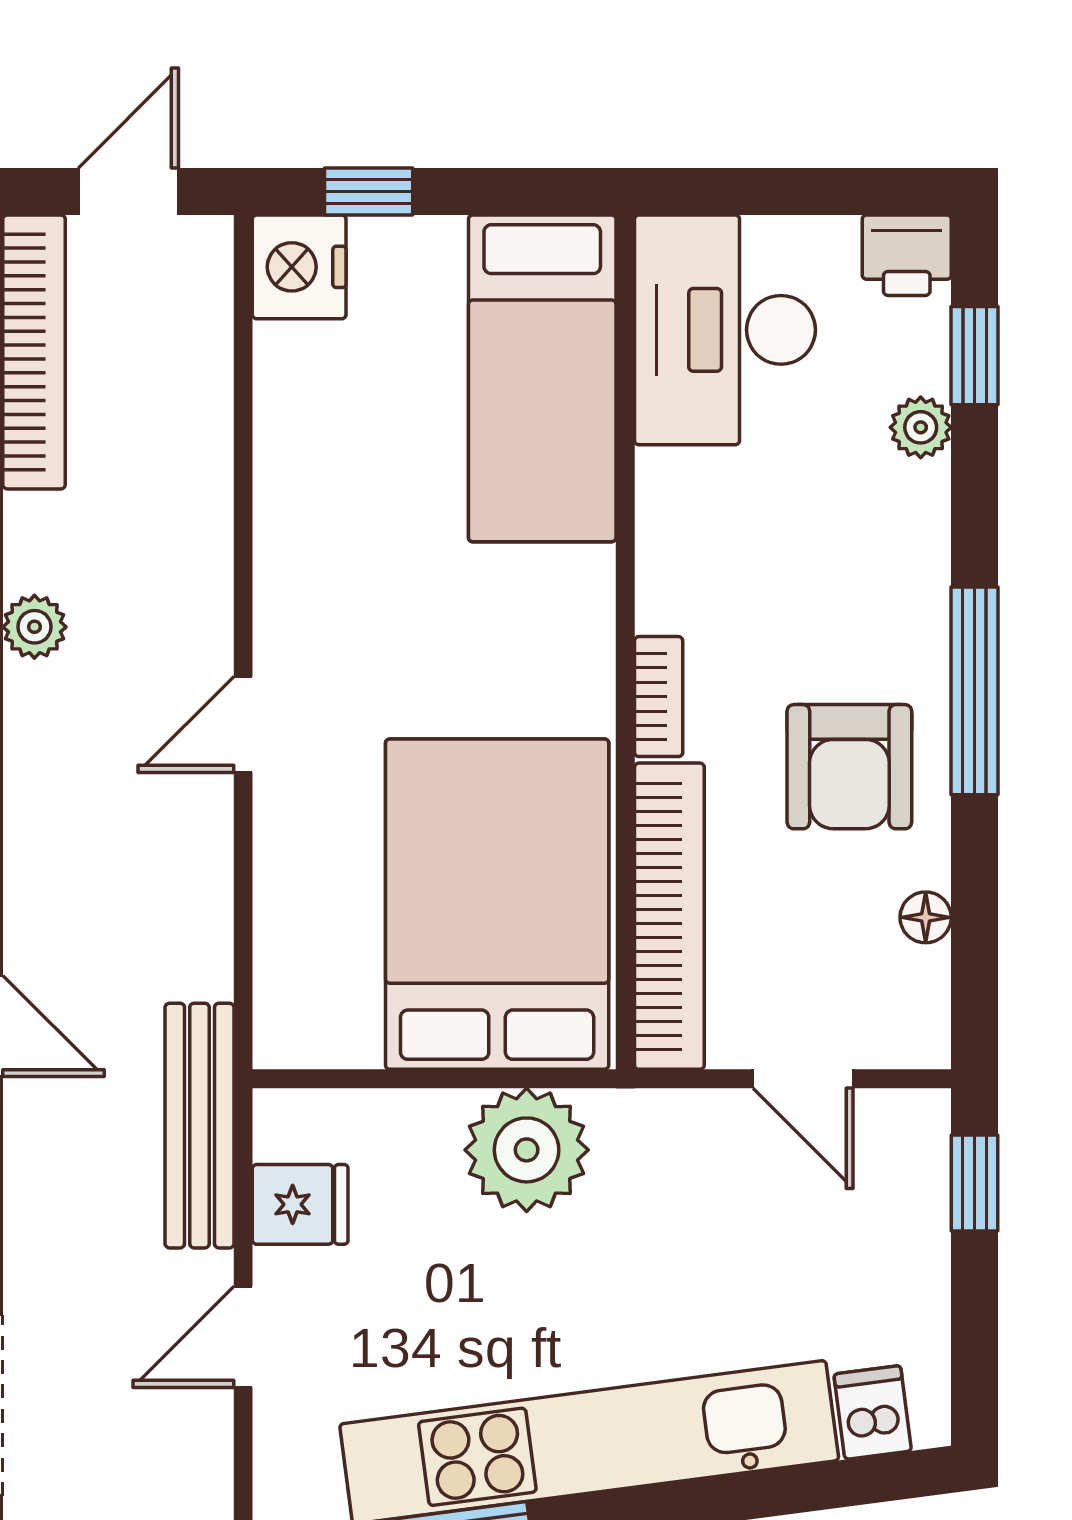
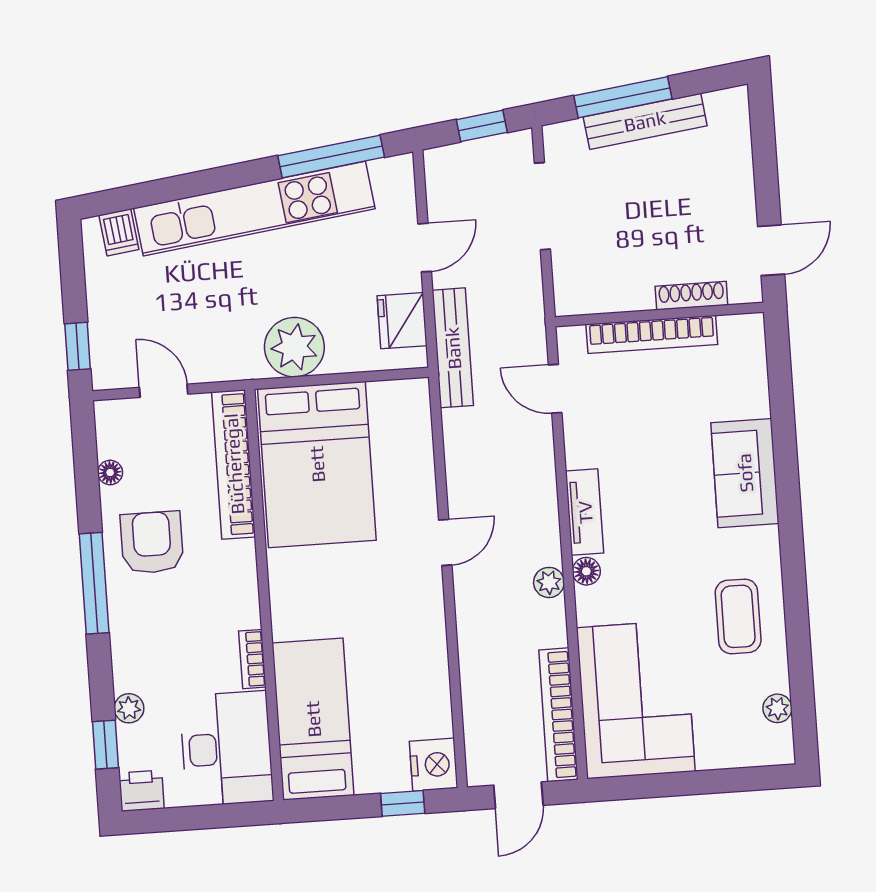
bookcase: (659, 697) -> (252, 659), moved
fridge: (300, 1204) -> (402, 321), width x1.38

